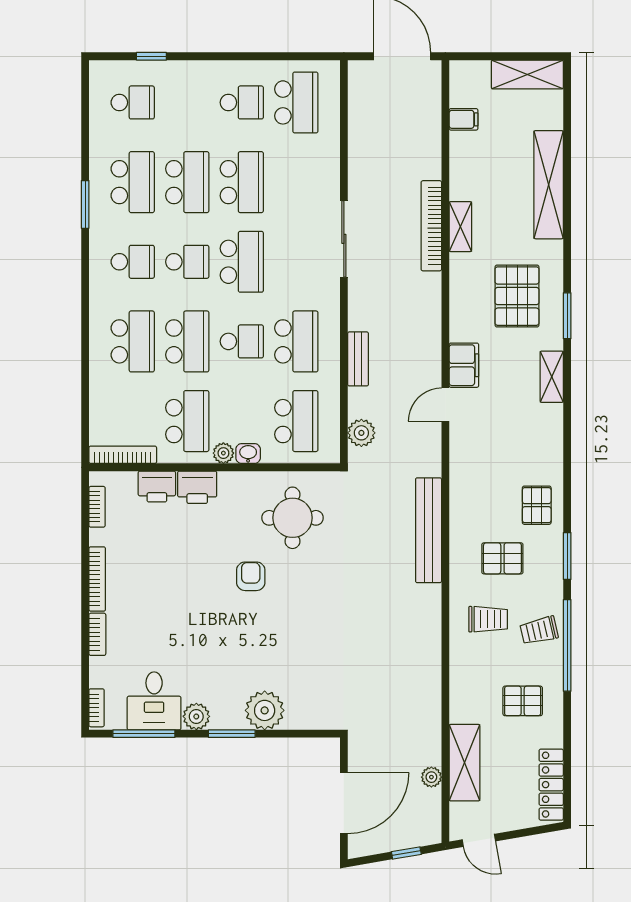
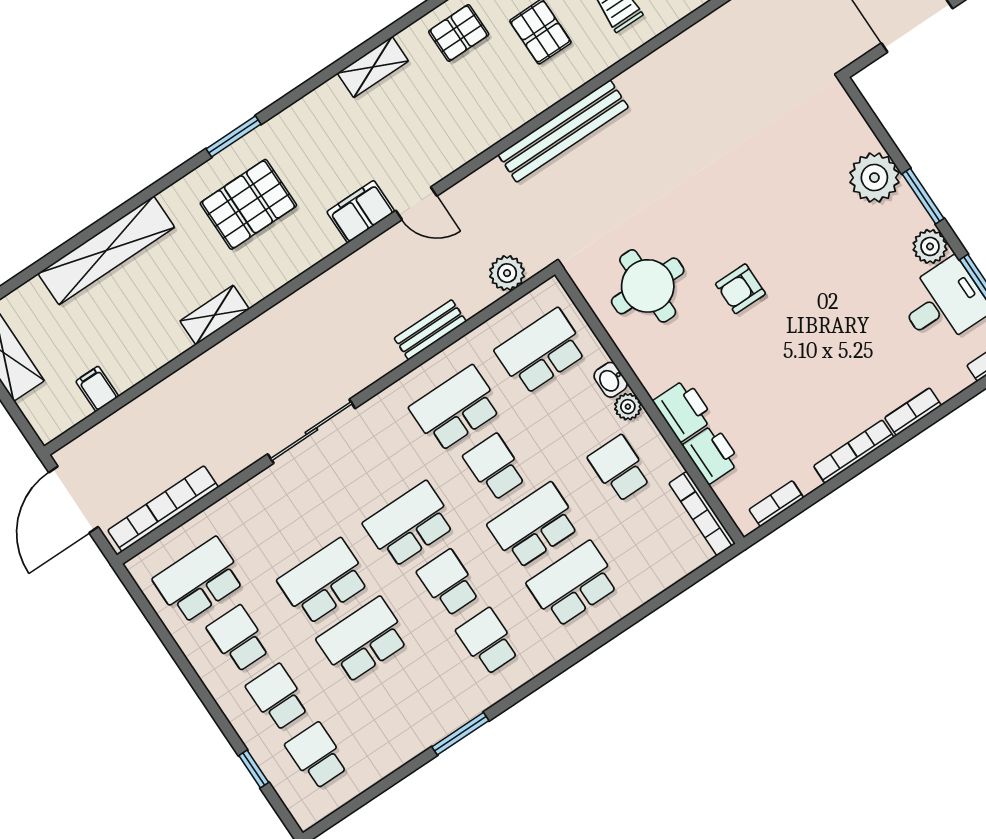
school desk: (133, 182) -> (278, 697), moved, width x0.54
bookcase: (431, 226) -> (163, 509), moved, turned 180
shelving: (552, 377) -> (373, 67), moved
school desk: (187, 421) -> (619, 468), width x0.54

